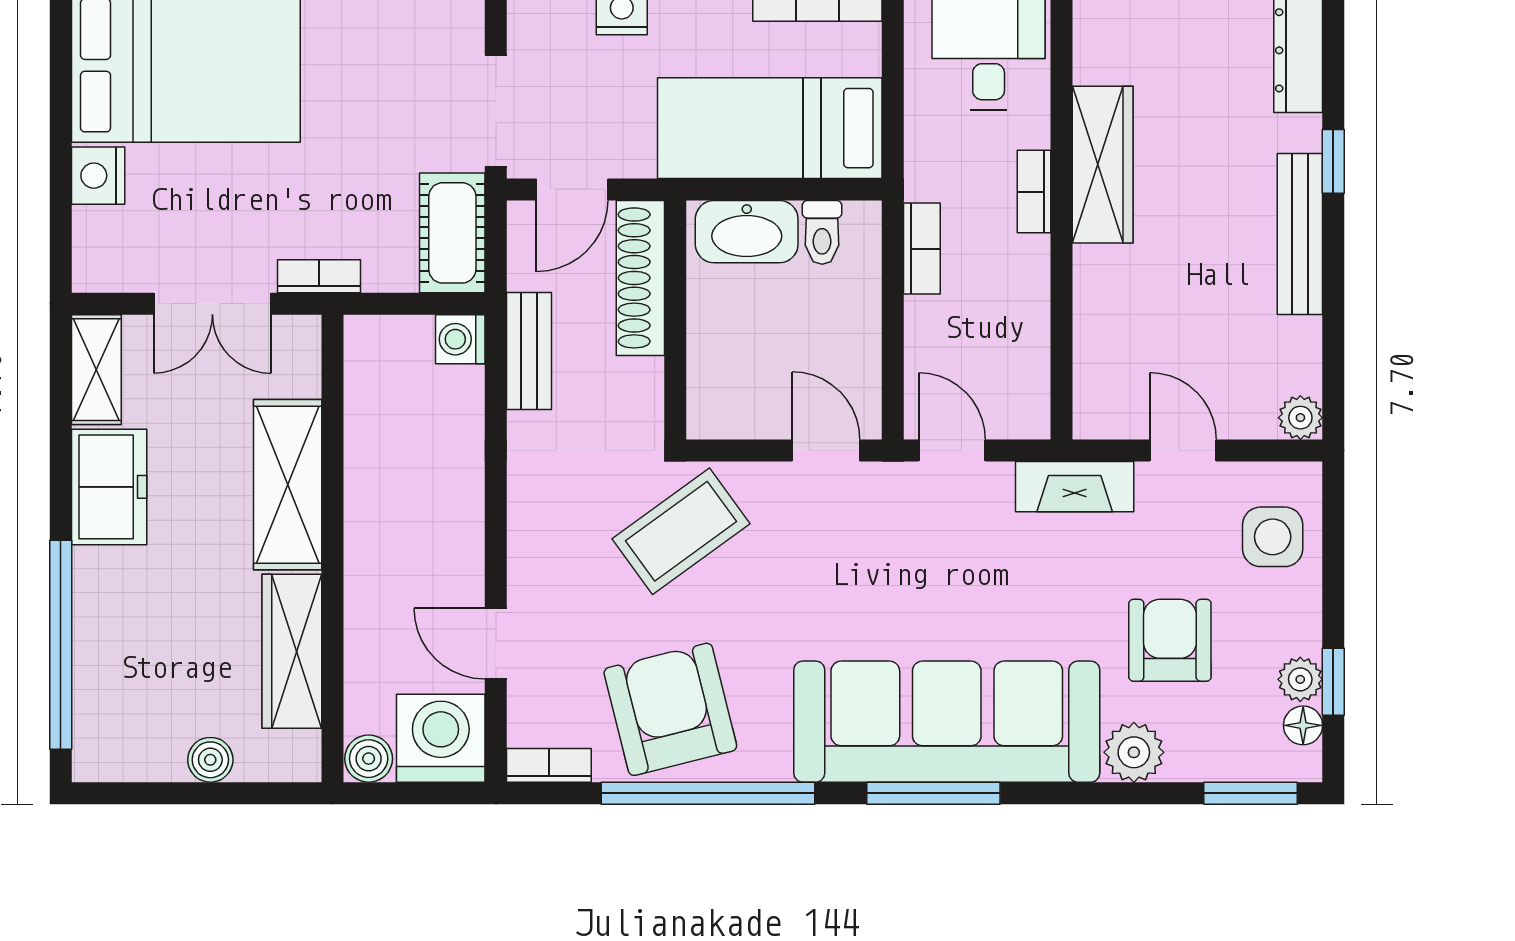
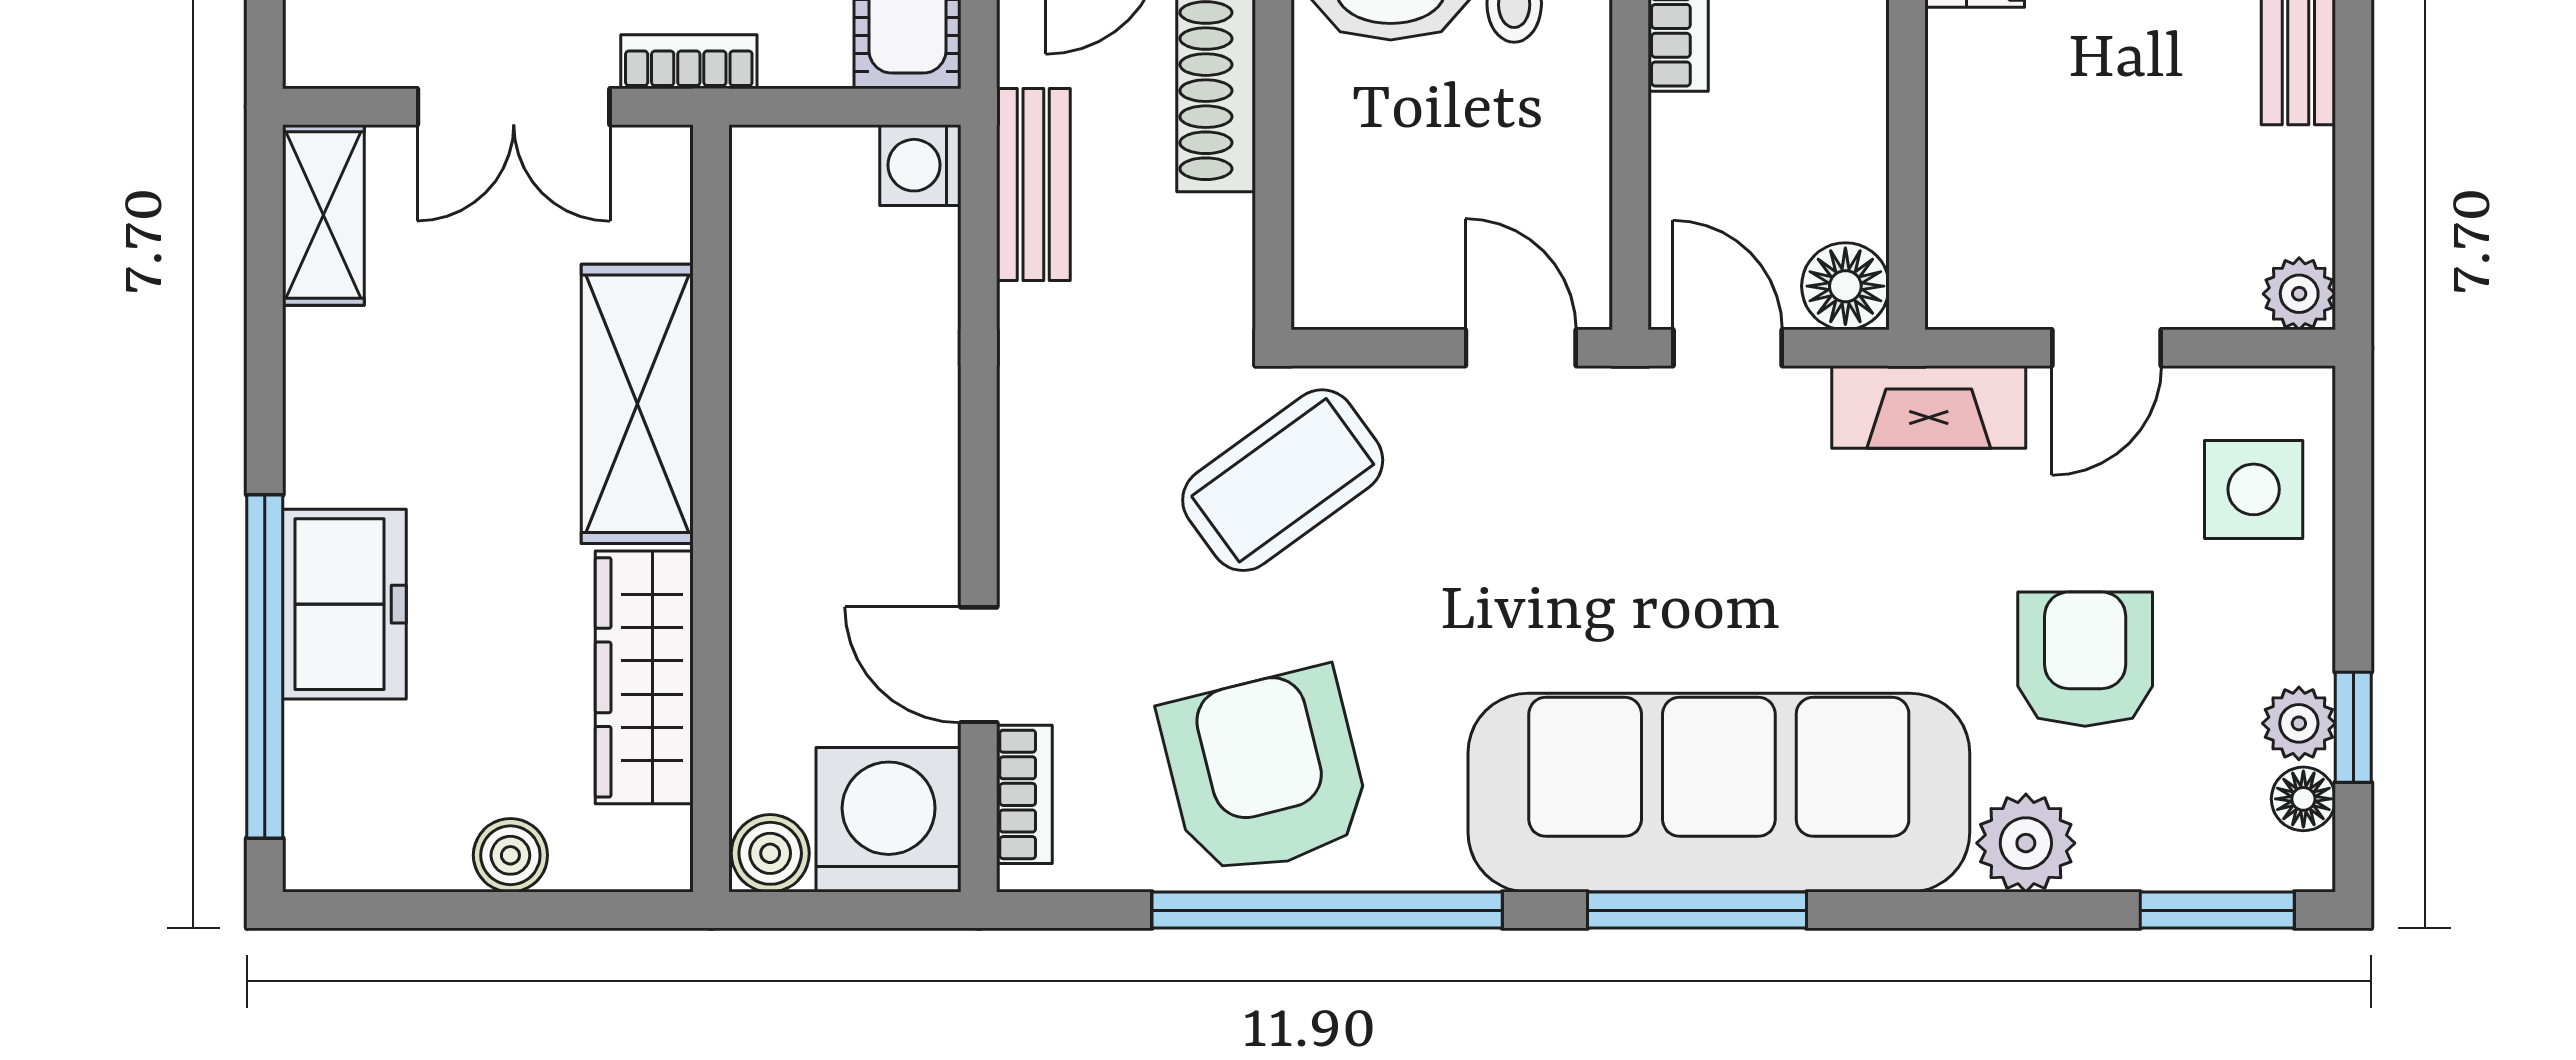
floor lamp: (1024, 413) -> (1845, 286), added
door: (1183, 451) -> (2106, 348), swing flipped
freezer: (109, 487) -> (344, 604), moved
bookcase: (549, 765) -> (1024, 794), moved, turned 90

